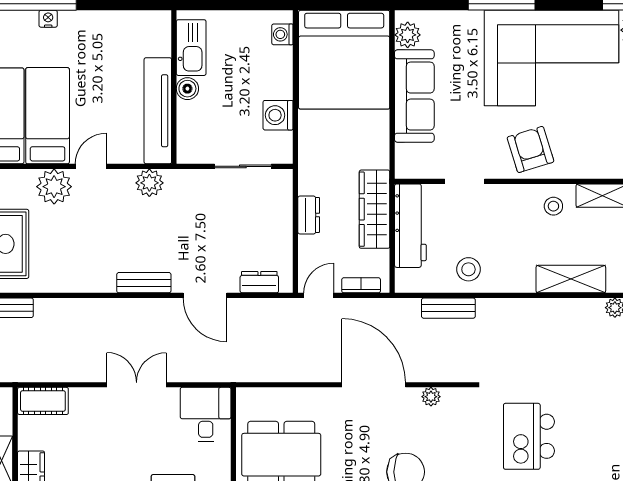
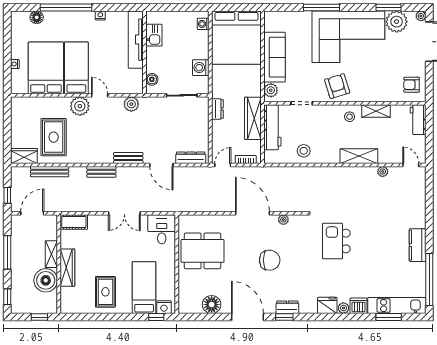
nightstand: (48, 19) -> (100, 15), moved
plant: (408, 35) -> (271, 90), moved
kitchen sink: (191, 48) -> (154, 35), width x0.73
boiler: (187, 89) -> (152, 79), moved
tv unit: (158, 111) -> (136, 40), moved
door: (91, 166) -> (100, 95), hinge flipped
dresser: (309, 215) -> (217, 109), moved
dresser: (259, 282) -> (191, 158), width x1.44
bench: (448, 308) -> (101, 172), moved
double door: (137, 385) -> (124, 213), swing flipped

